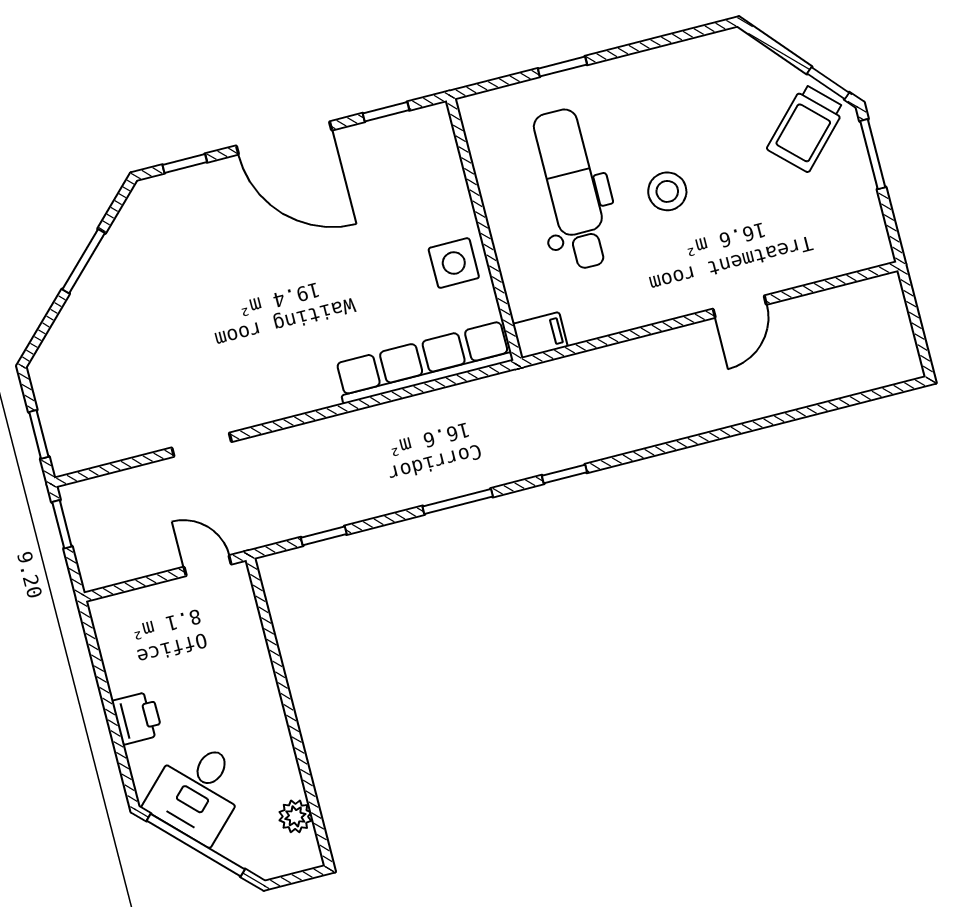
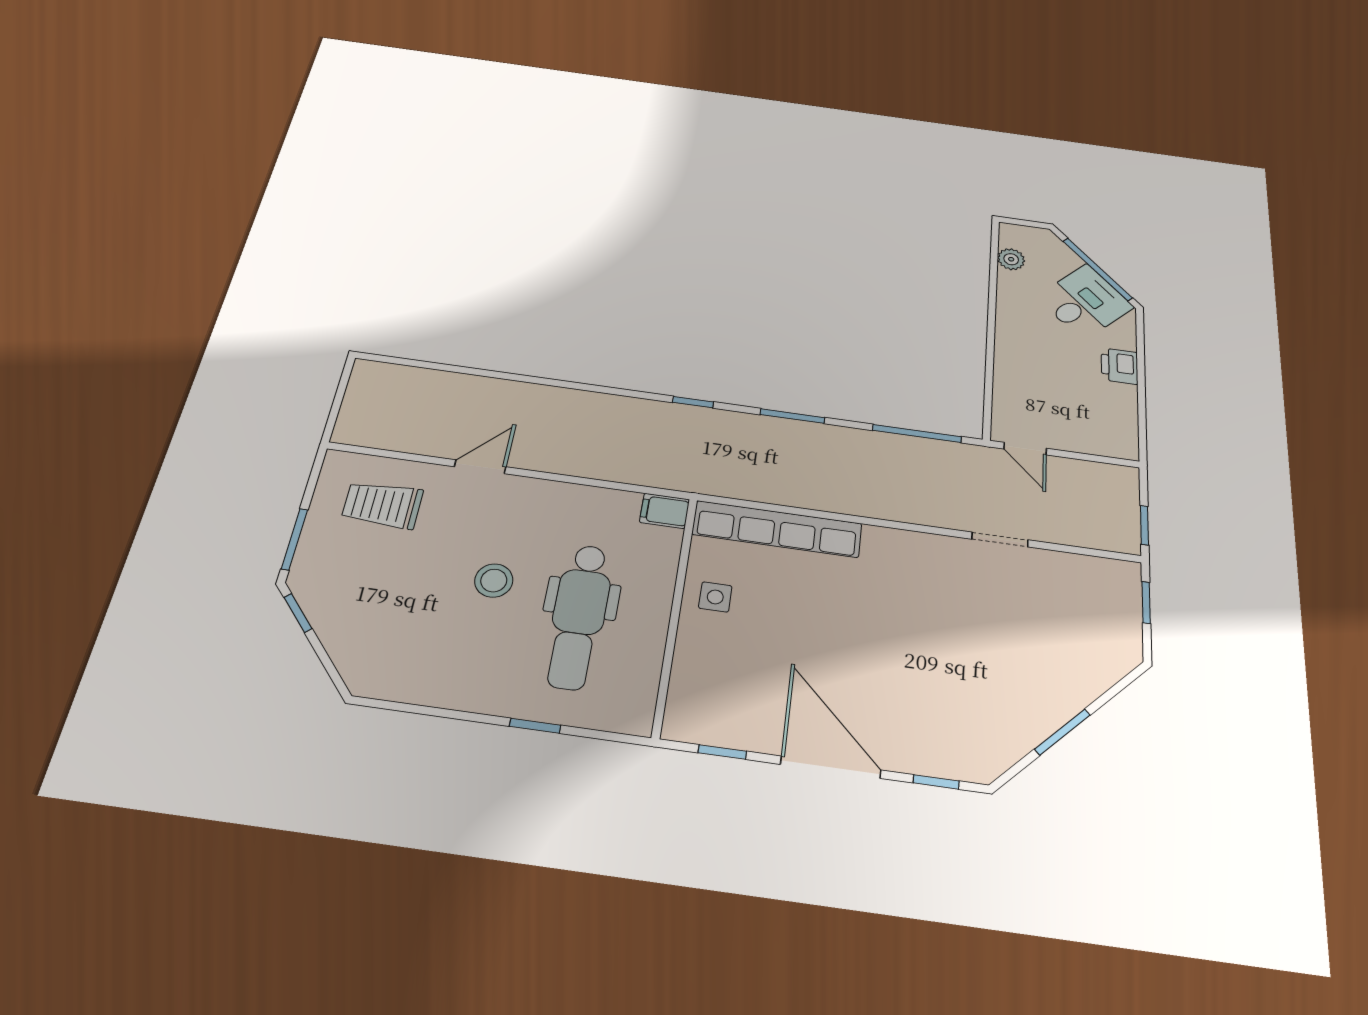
trolley: (806, 128) -> (382, 505), moved, turned -134
side table: (454, 263) -> (715, 597), width x0.73, depth x0.73
window: (324, 536) -> (917, 433), width x2.17

